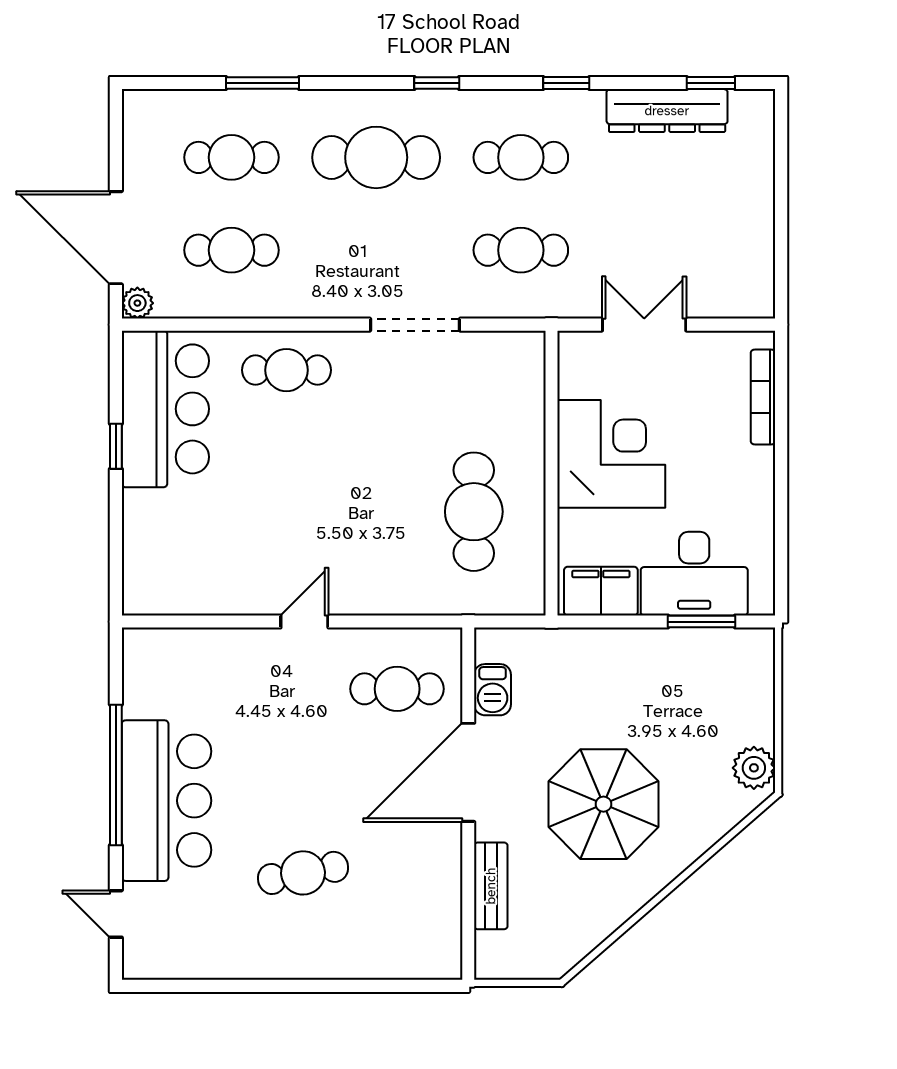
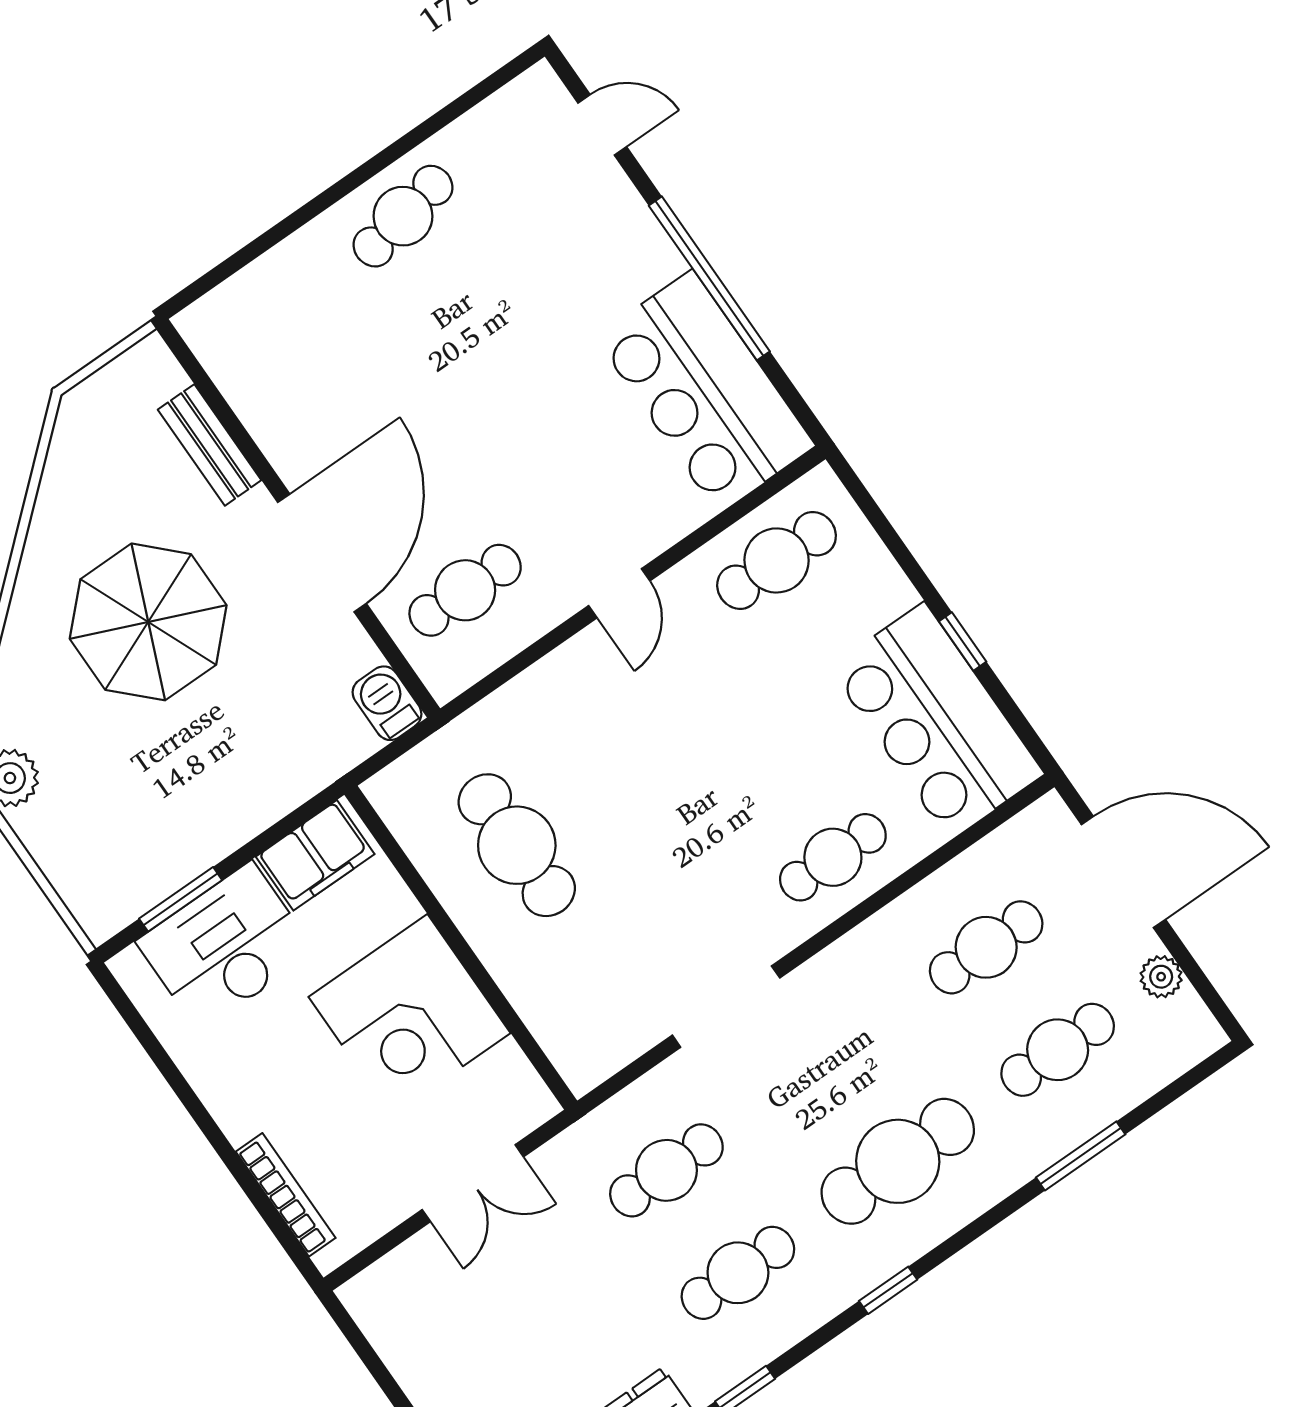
plant: (137, 303) -> (1161, 977), moved
cafe table: (195, 575) -> (777, 560), added
barbecue: (493, 690) -> (387, 703), moved
bar counter: (167, 801) -> (705, 392), moved
cafe table: (303, 873) -> (403, 216), moved

